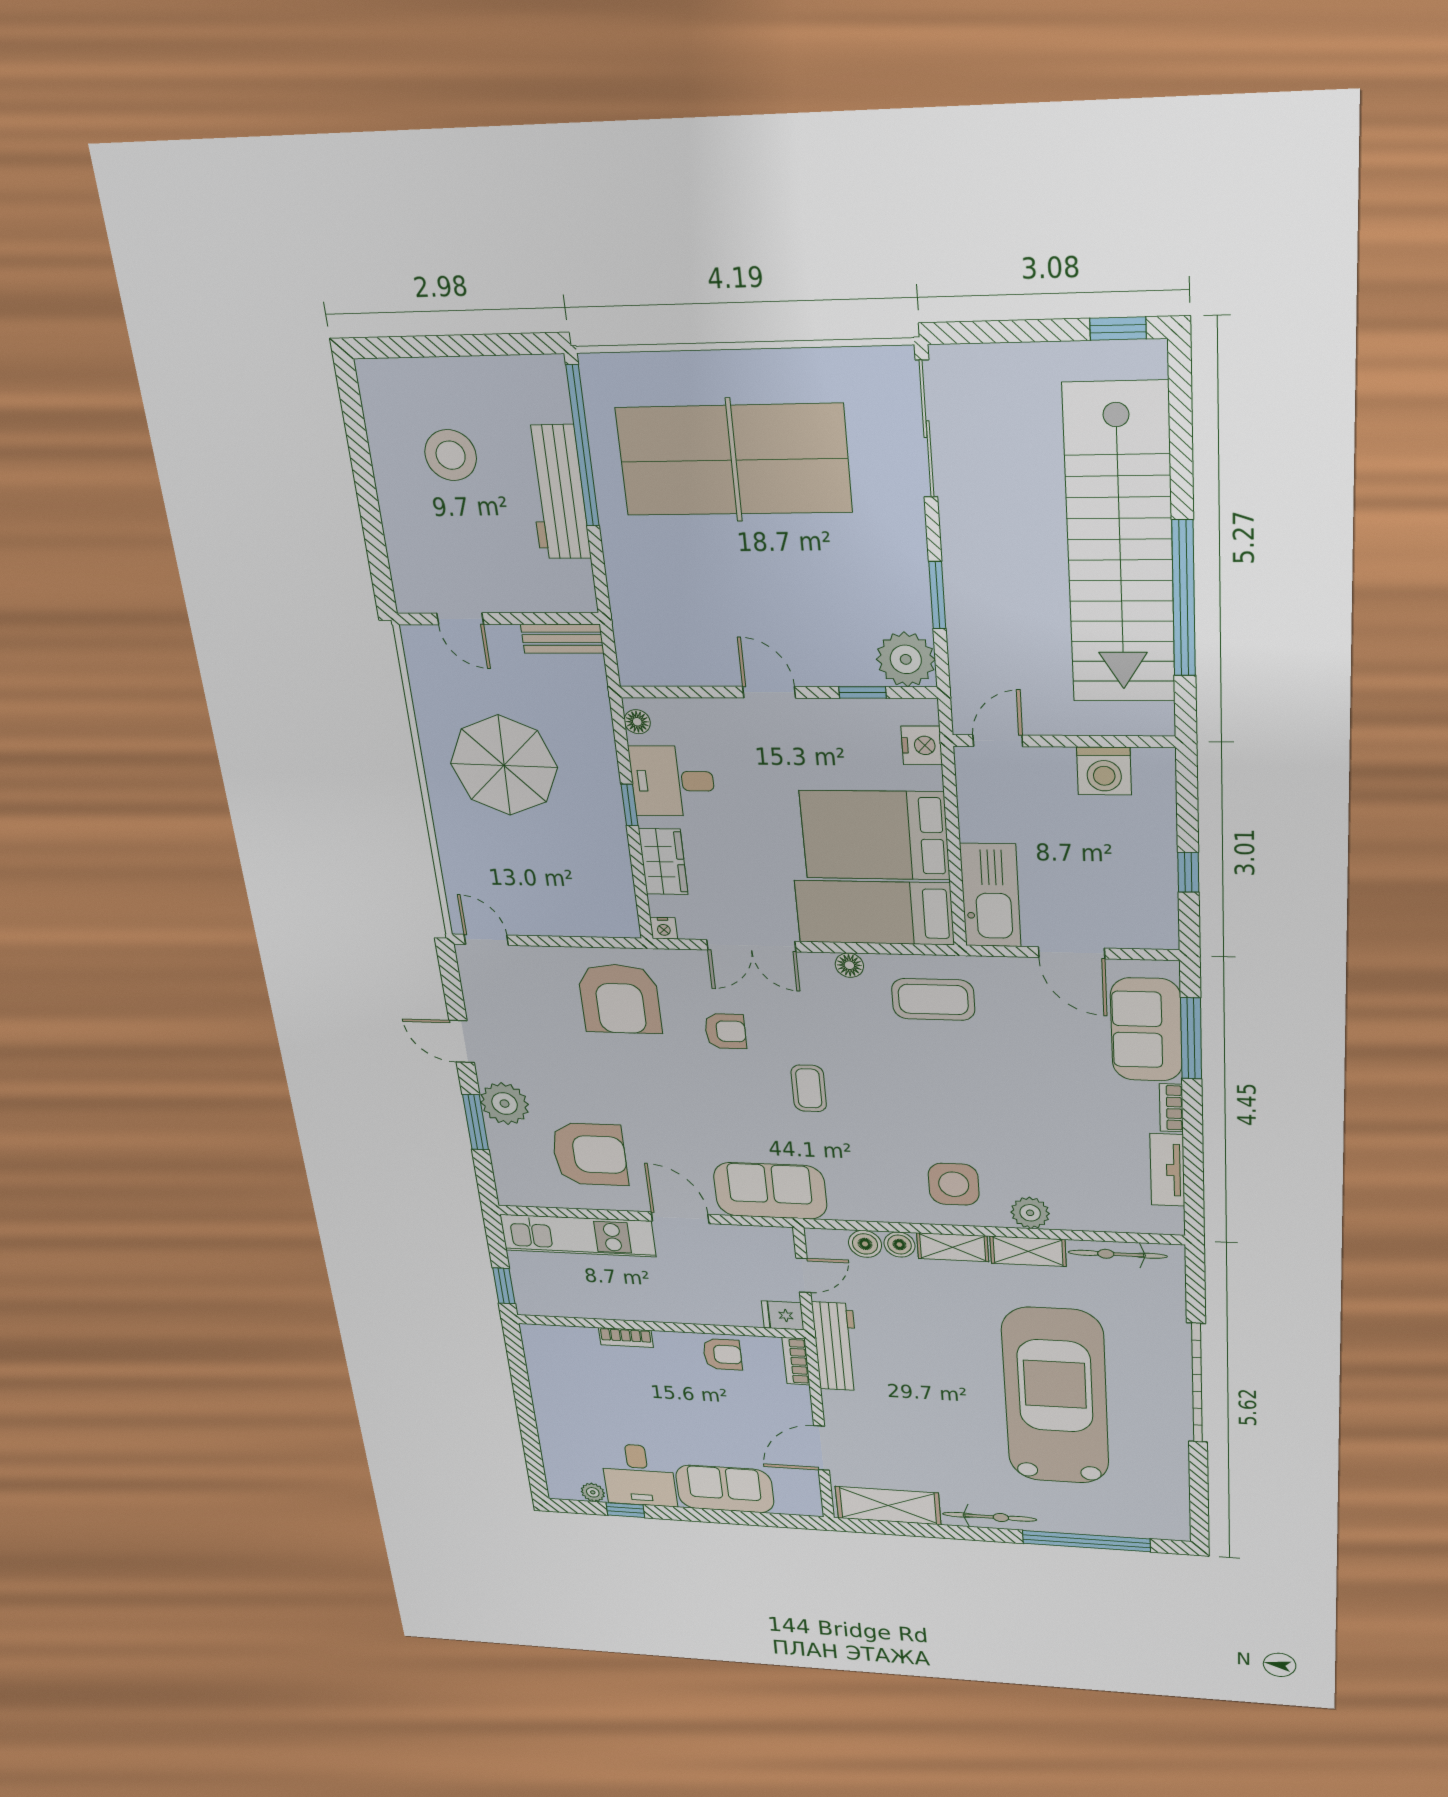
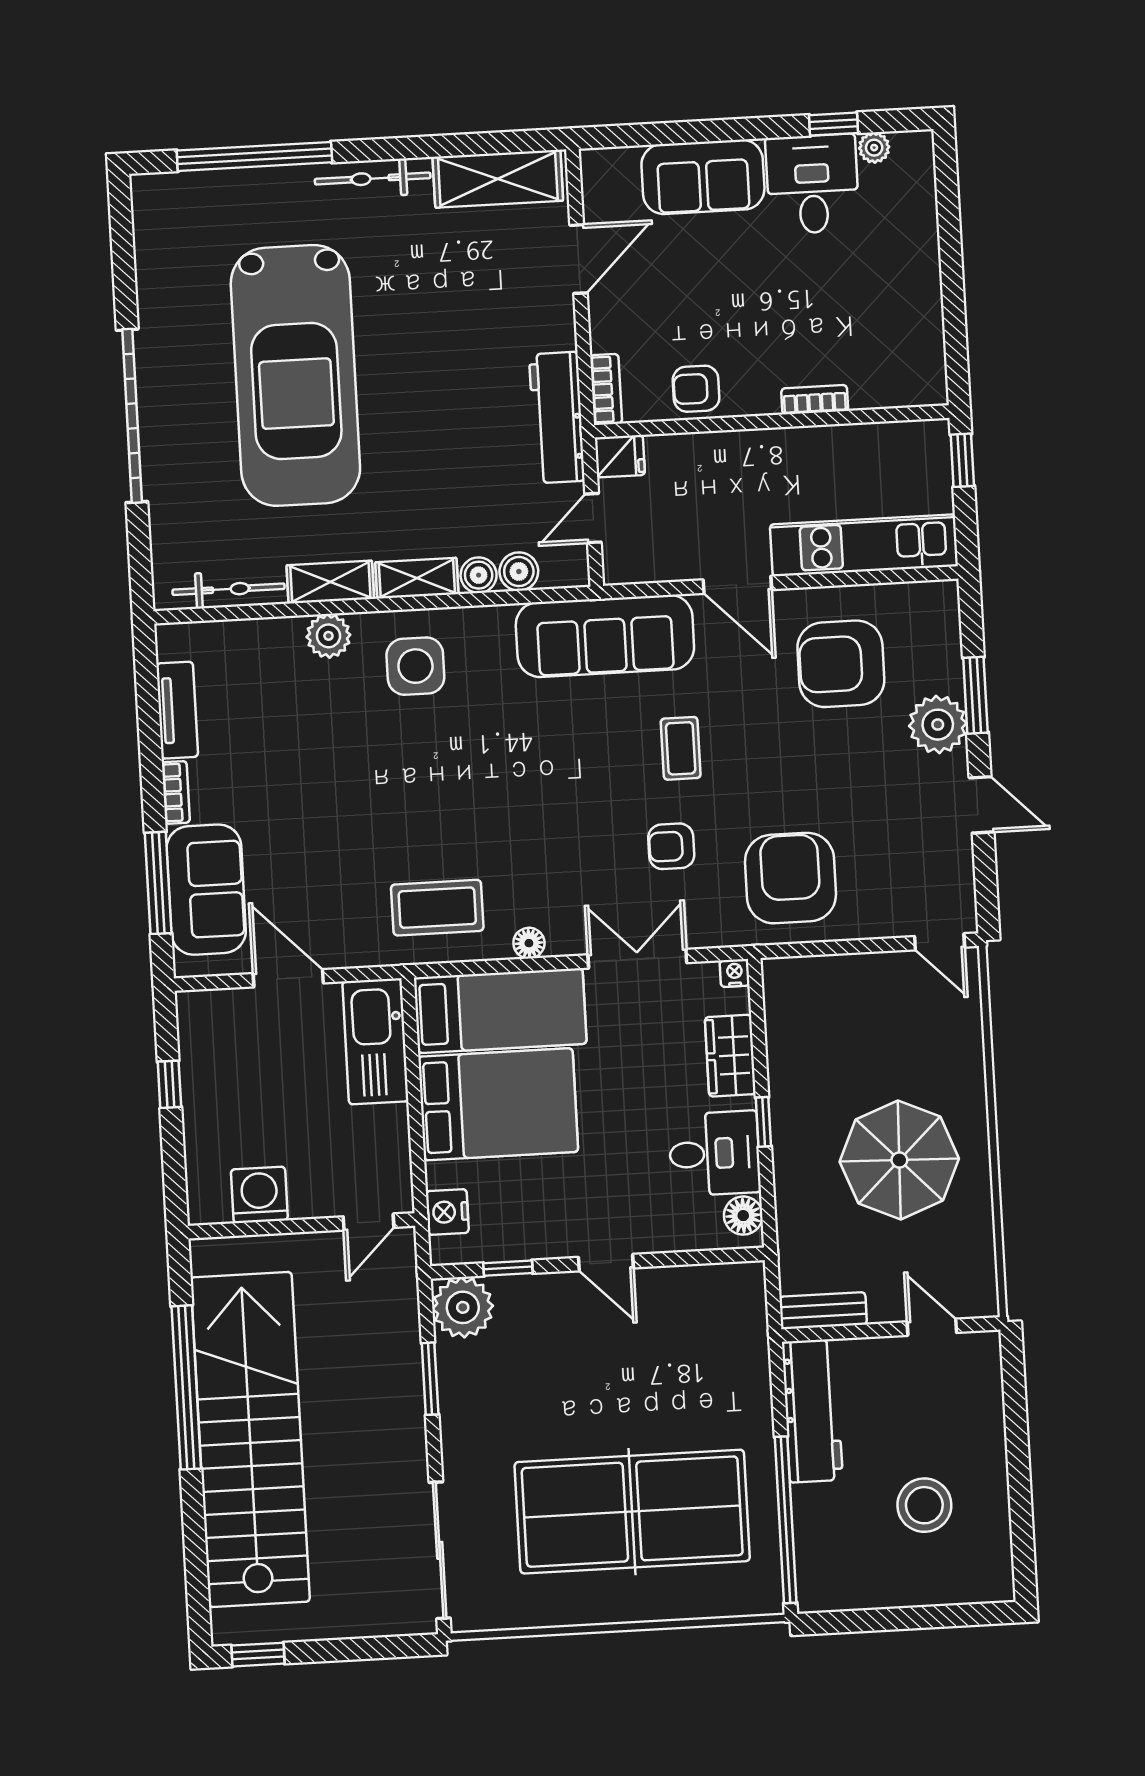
workbench: (557, 492) -> (812, 1411), moved
floor lamp: (637, 722) -> (743, 1216), width x1.37, depth x1.37
coffee table: (809, 1088) -> (681, 748), moved
sofa: (770, 1191) -> (605, 636), width x1.36

